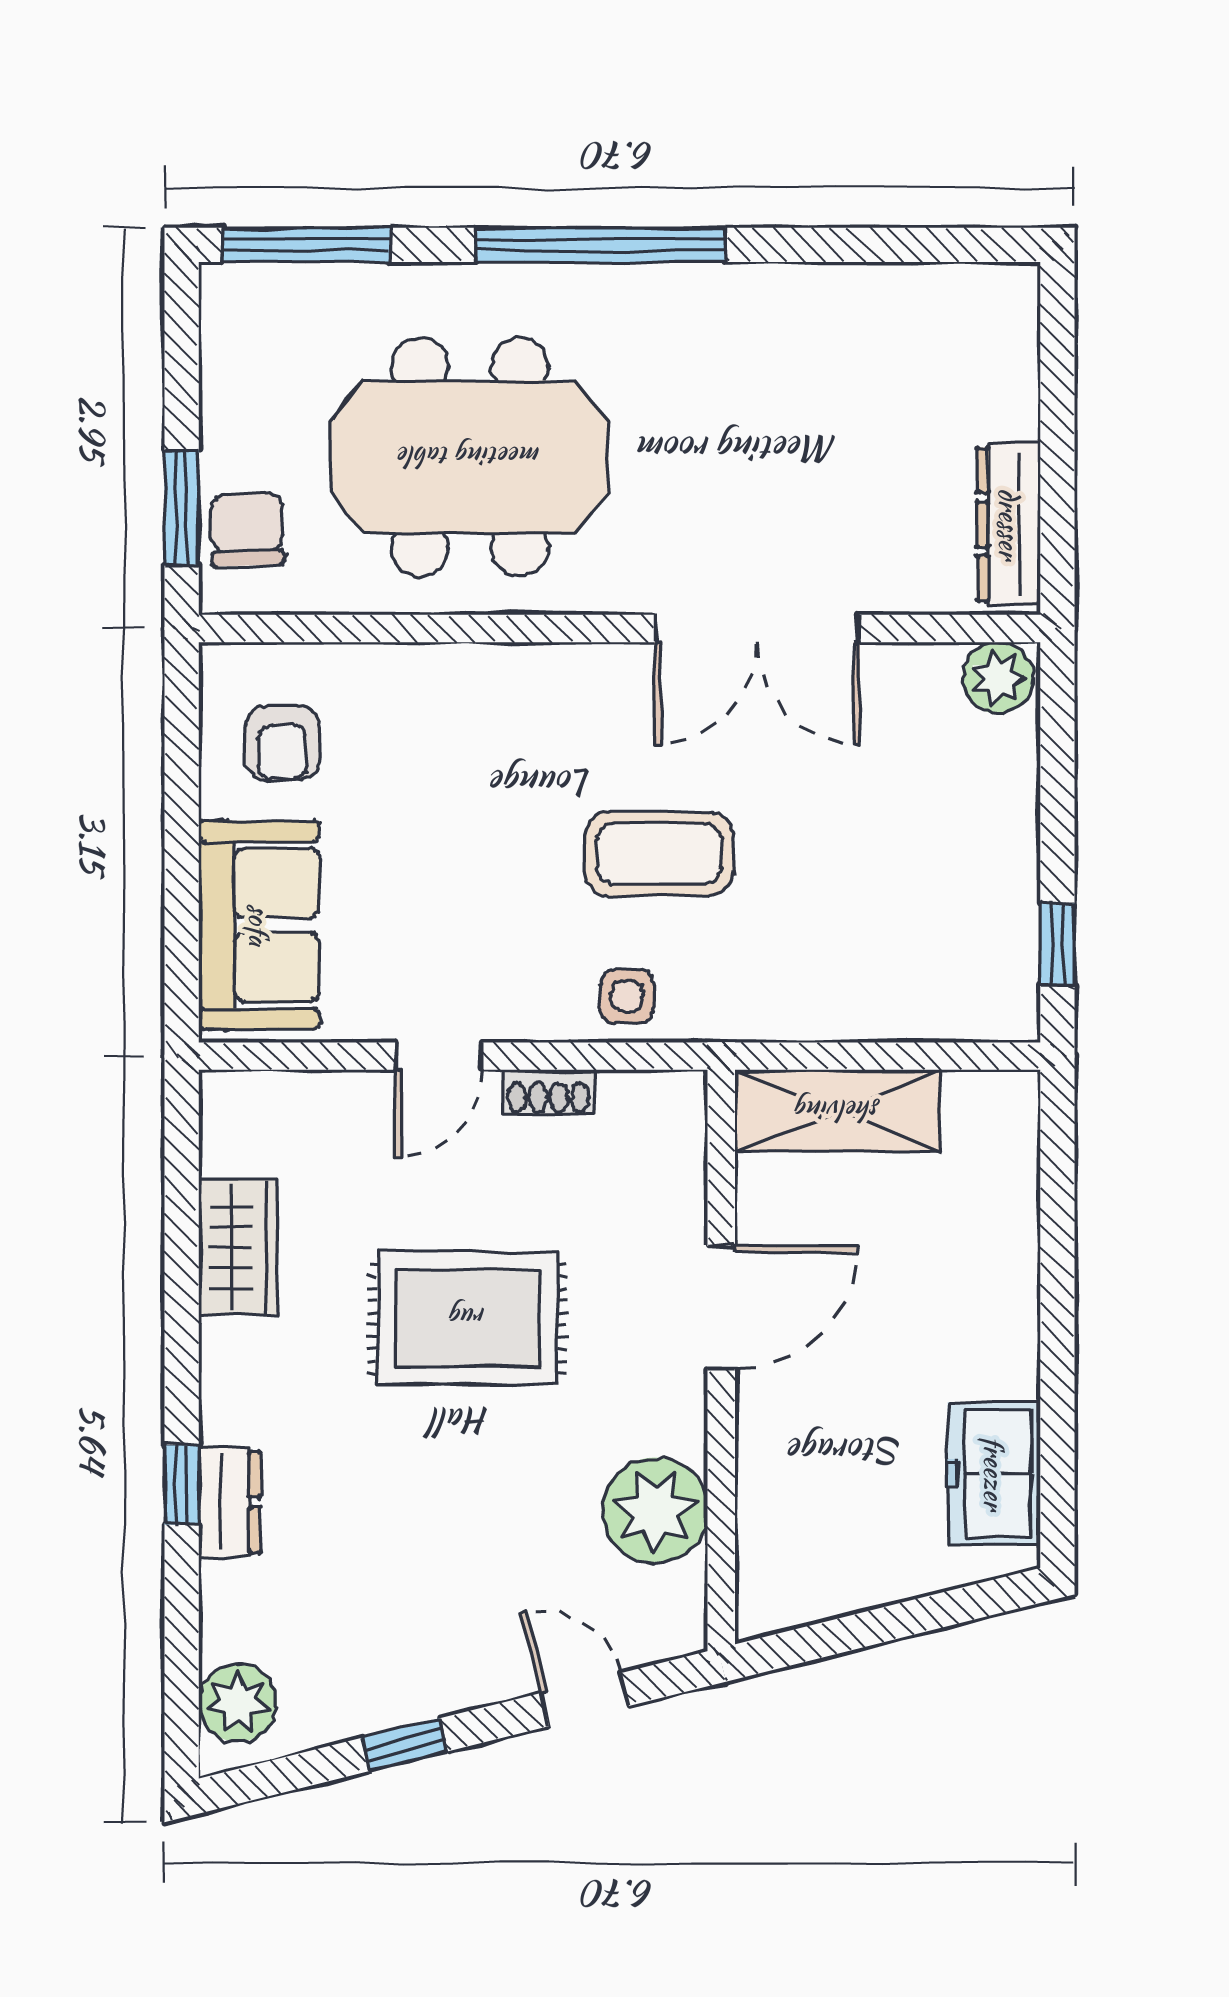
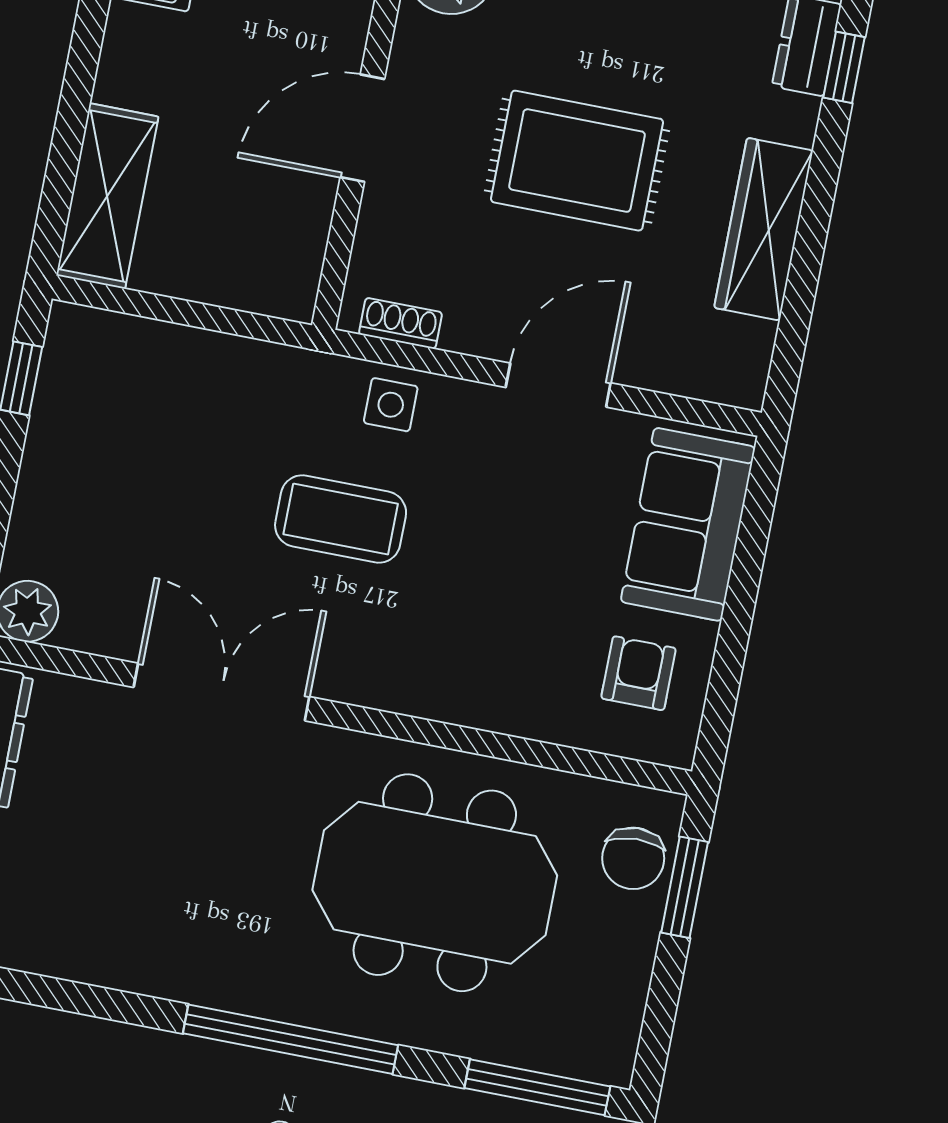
door: (439, 1056) -> (558, 385), width x1.38
shoe rack: (548, 1092) -> (400, 323), moved
shelving: (838, 1111) -> (107, 196), moved, turned 90
wardrobe: (238, 1247) -> (764, 229), width x1.50

